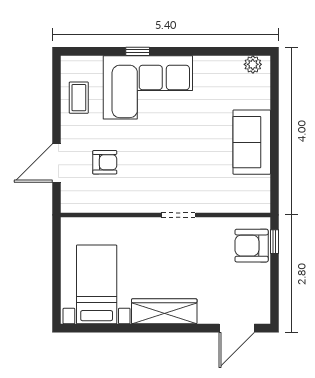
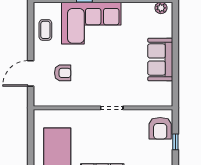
window: (275, 242) -> (175, 142), moved
armchair: (252, 246) -> (160, 128), turned -90

